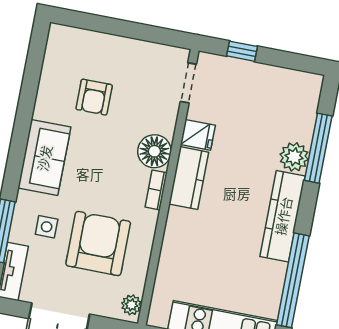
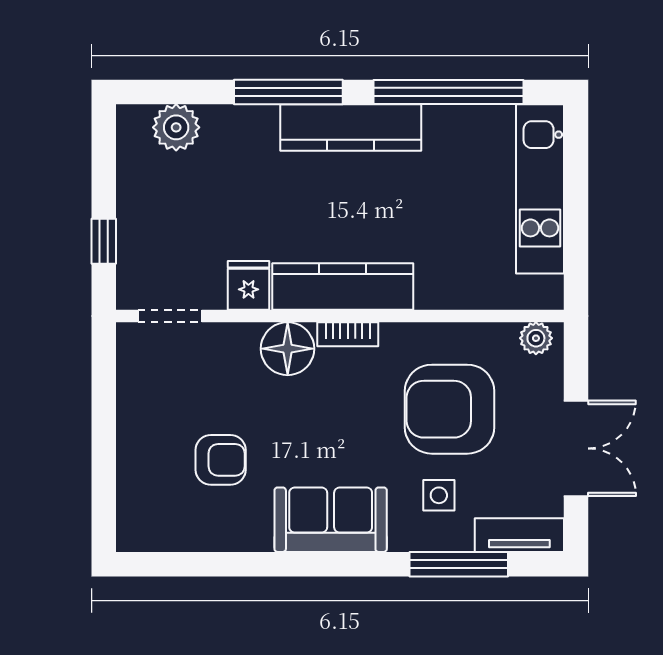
window: (318, 148) -> (288, 92), moved
plant: (294, 157) -> (176, 127), moved
kitchen counter: (189, 178) -> (343, 286), width x1.50

